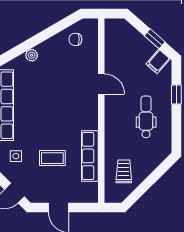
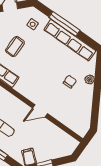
chair: (75, 39) -> (70, 82), moved

